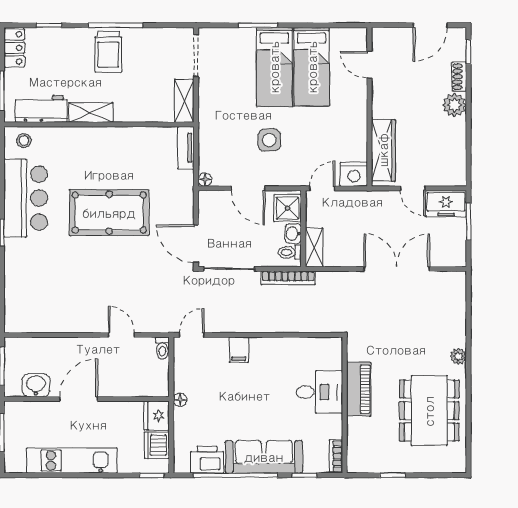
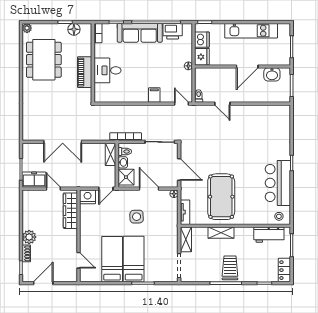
shelving: (91, 112) -> (221, 233), moved
pool table: (109, 213) -> (221, 197), moved, turned 90
door: (196, 244) -> (179, 170), moved
door: (192, 335) -> (182, 104), swing flipped
plant: (458, 356) -> (27, 28), moved
floor lamp: (377, 463) -> (74, 29), added

